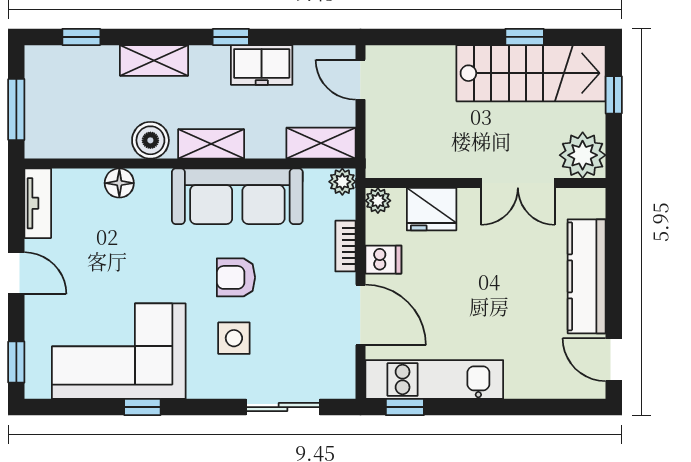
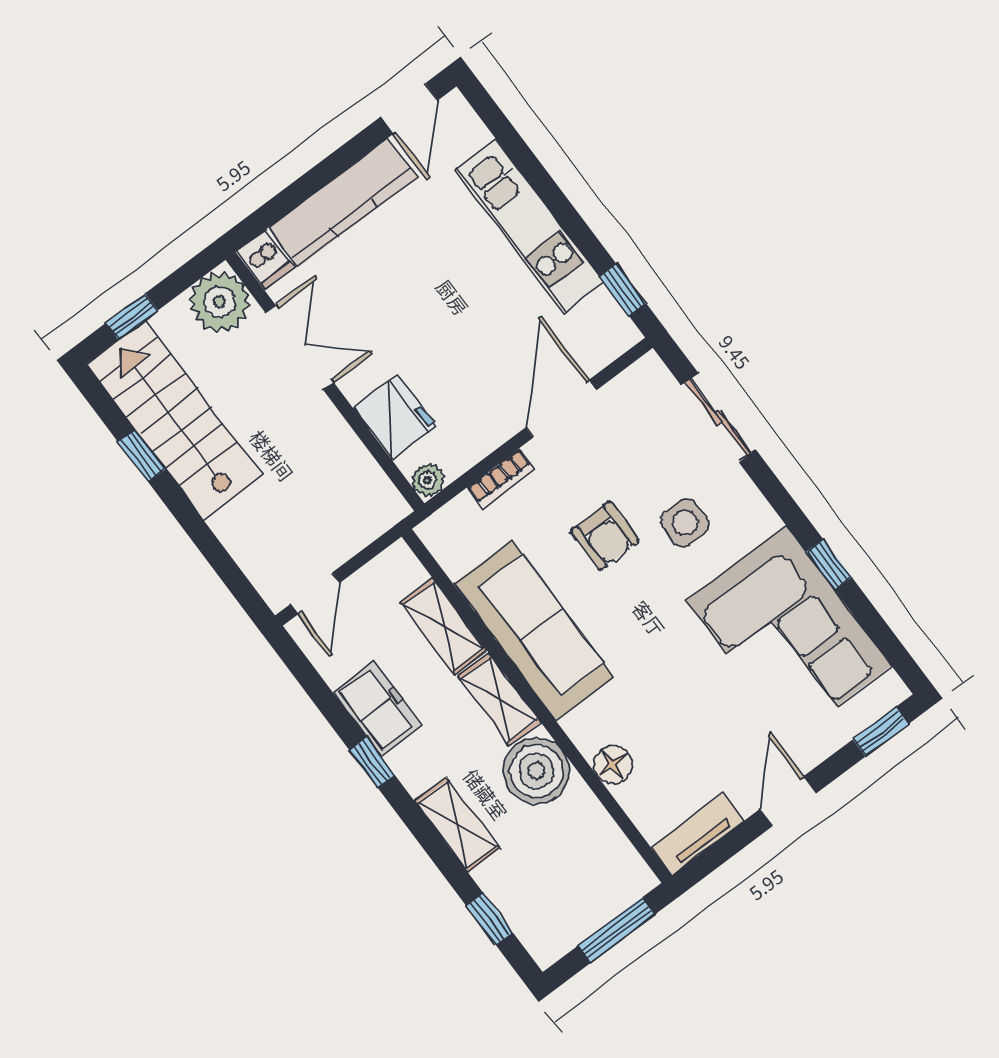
boiler: (150, 140) -> (536, 771), width x1.37, depth x1.37
shelving: (321, 143) -> (444, 626), moved
plant: (342, 182) -> (436, 532), removed
dishwasher: (383, 260) -> (265, 259), moved, turned 180
armchair: (236, 277) -> (605, 536), moved
kitchen unit: (434, 379) -> (530, 226), moved

